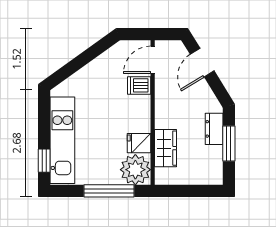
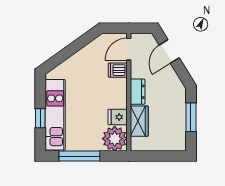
dresser: (214, 129) -> (138, 92), moved, turned 180
window: (44, 161) -> (40, 118), moved
window: (109, 191) -> (79, 156), moved

